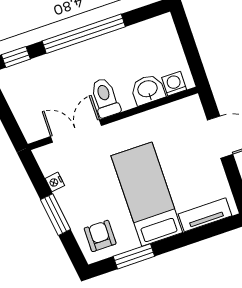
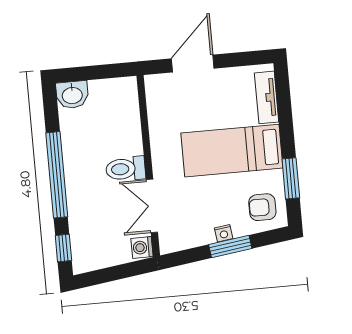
washing machine: (174, 84) -> (142, 247), moved
washbasin: (148, 90) -> (72, 95), moved, turned -90
nightstand: (55, 182) -> (224, 233), moved

